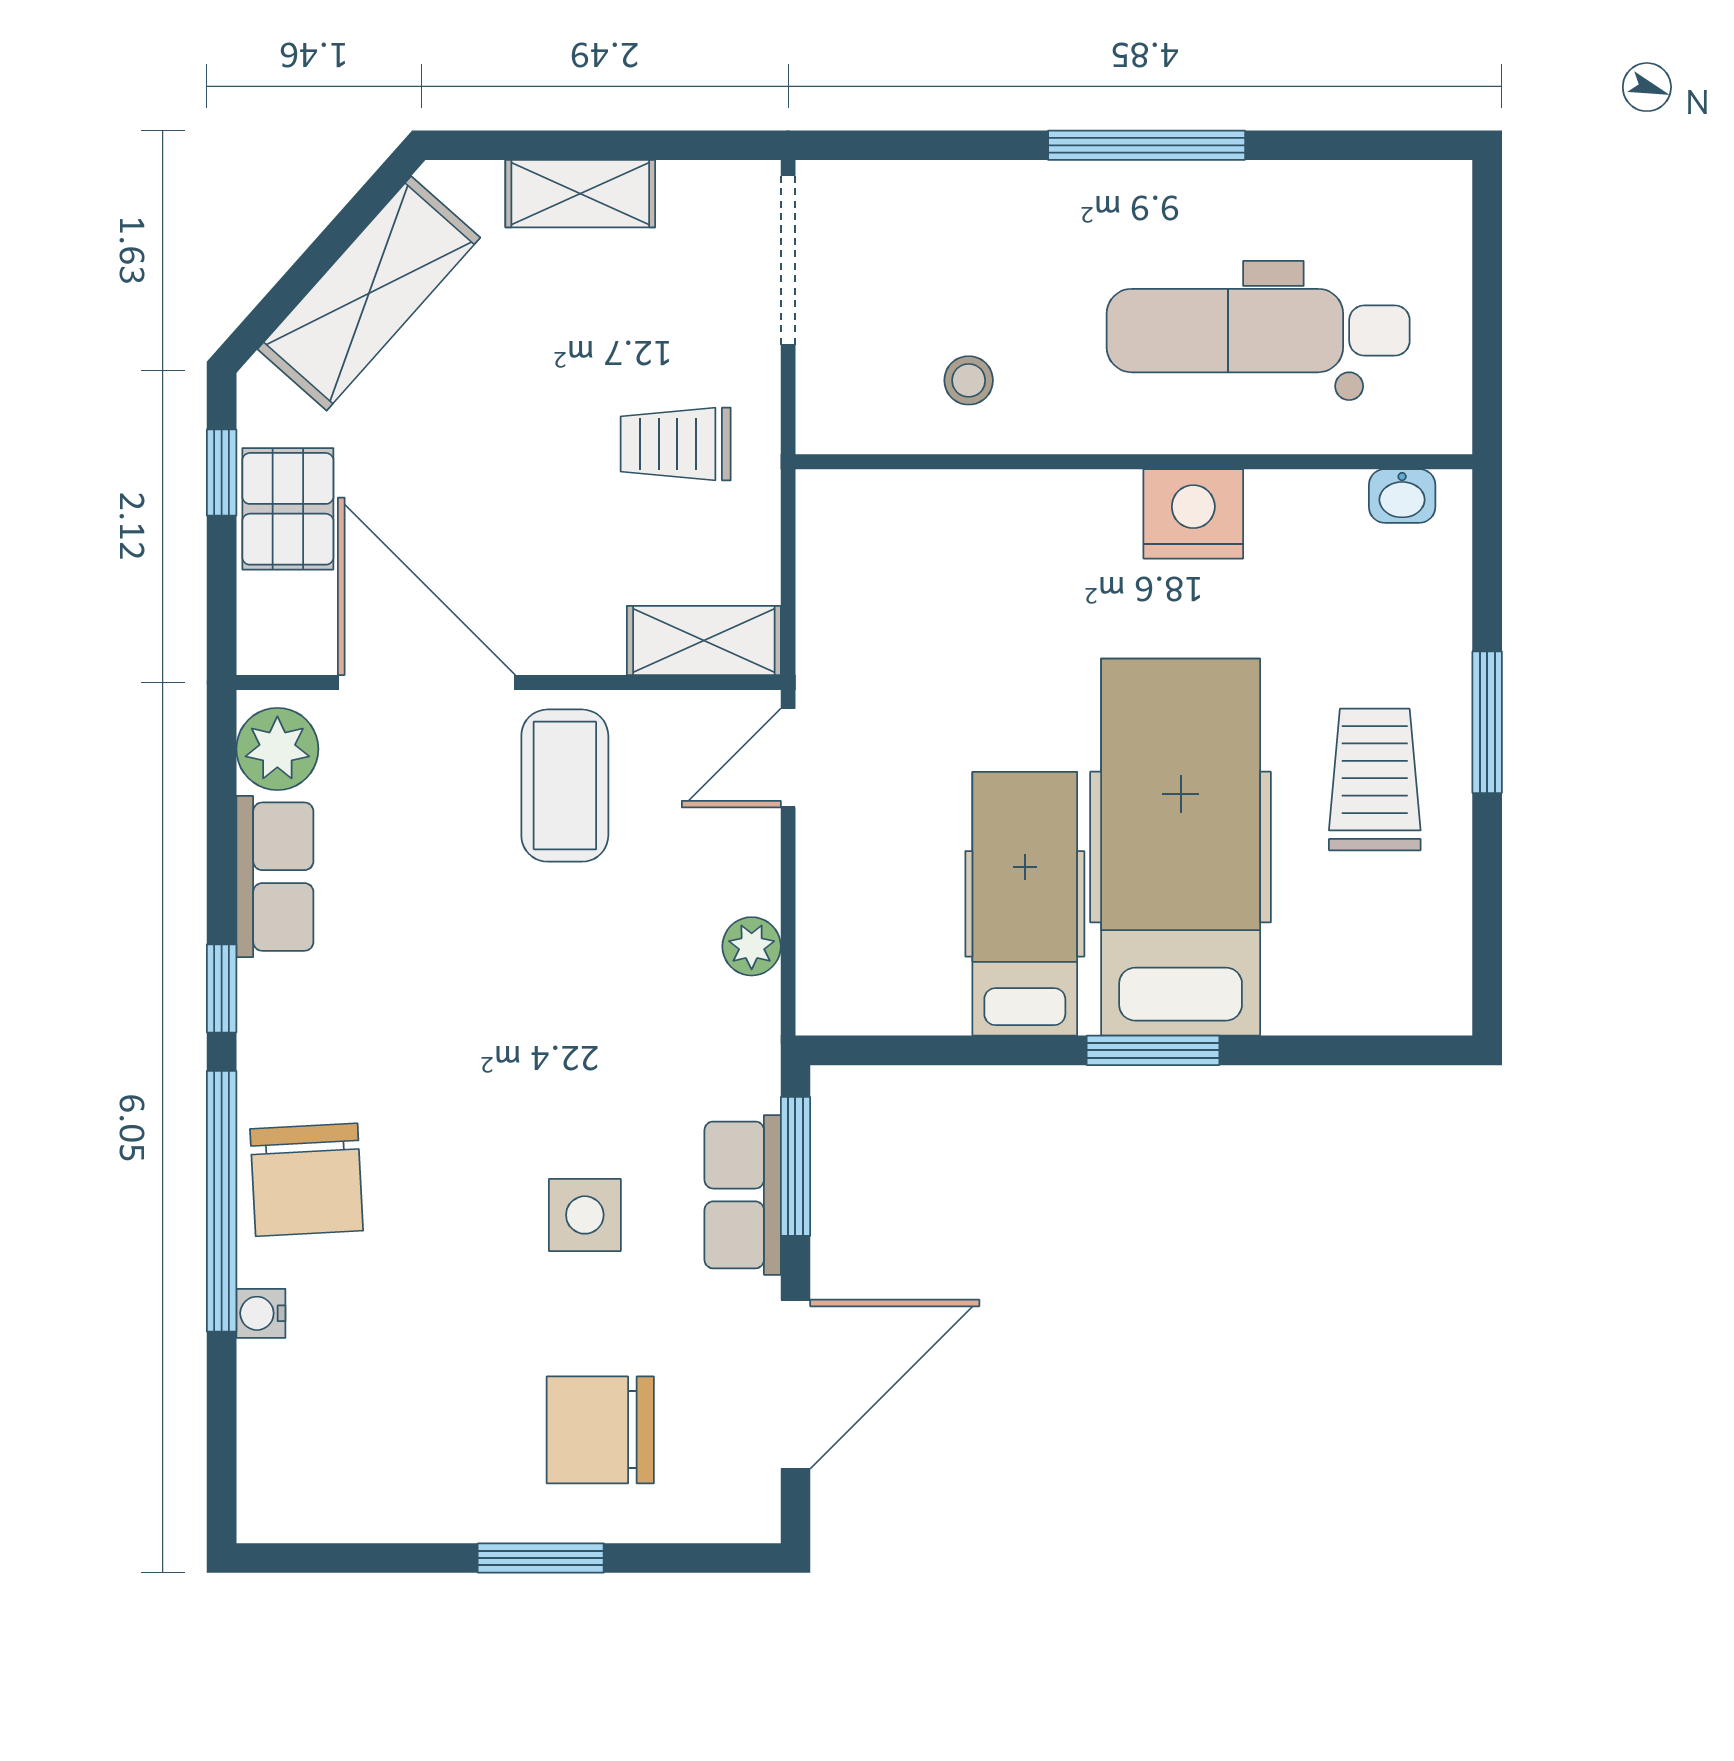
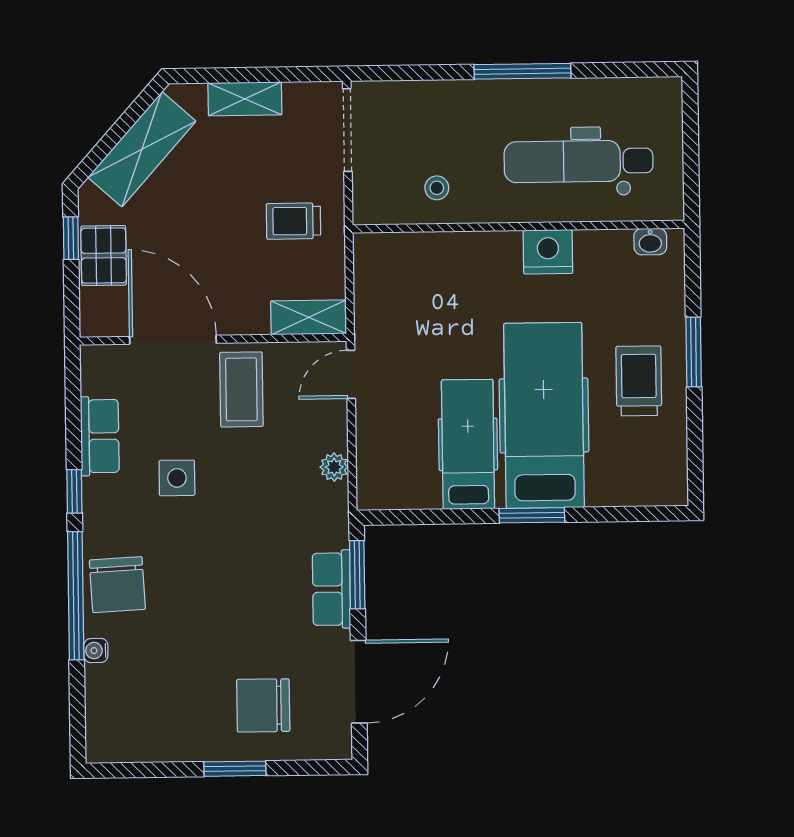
plant: (277, 749) -> (100, 373), removed
side table: (585, 1215) -> (177, 478), moved

